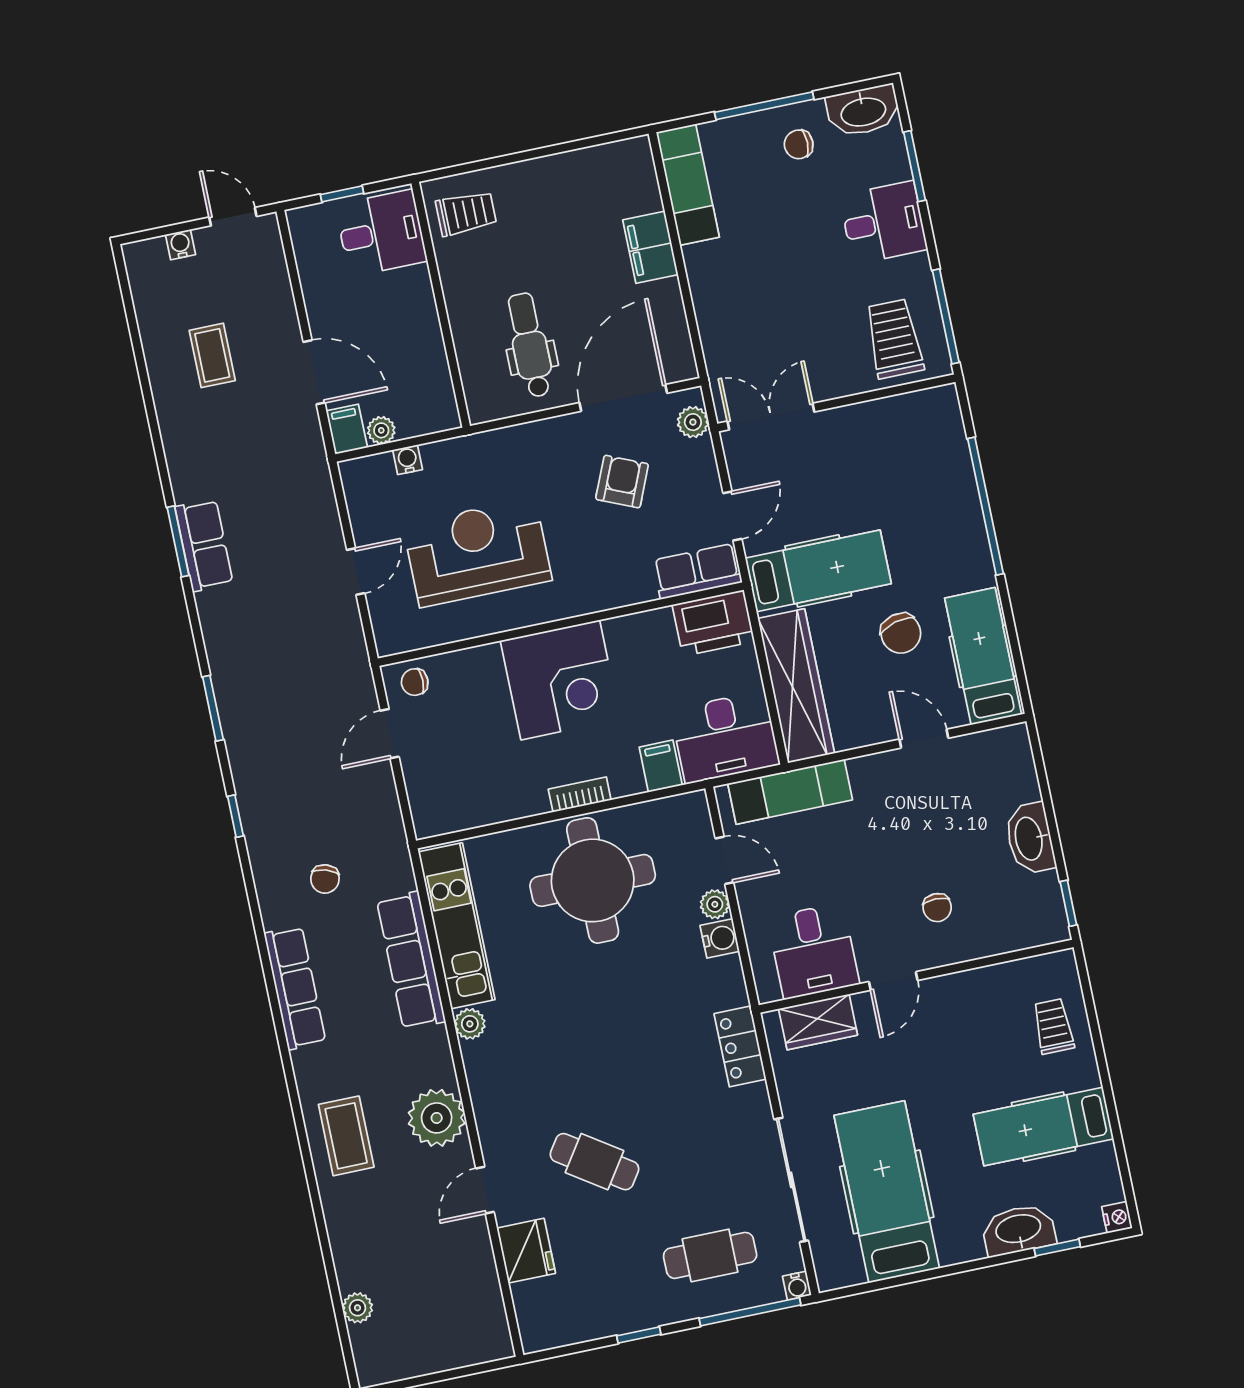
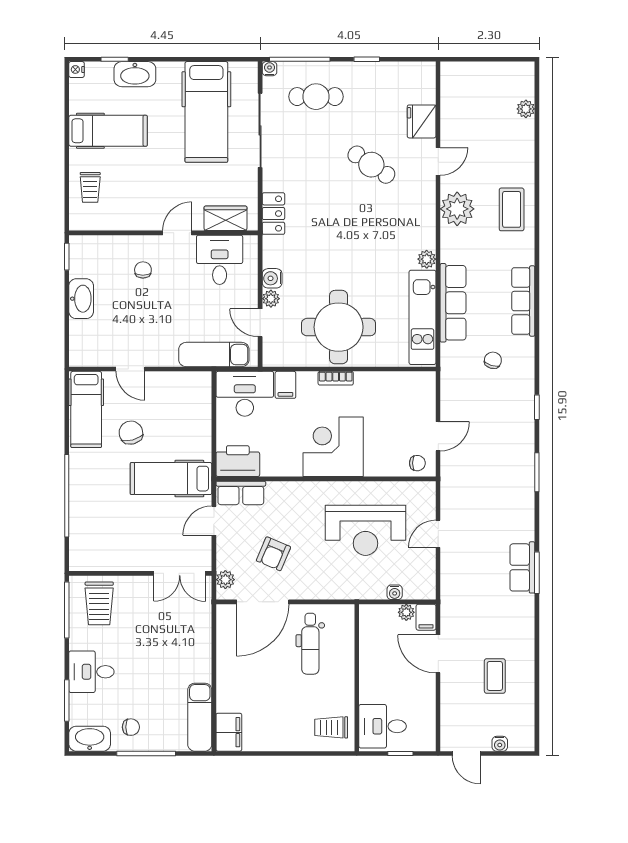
filing cabinet: (650, 247) -> (229, 732), moved
wardrobe: (796, 686) -> (198, 415), removed

